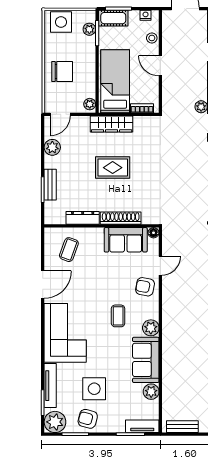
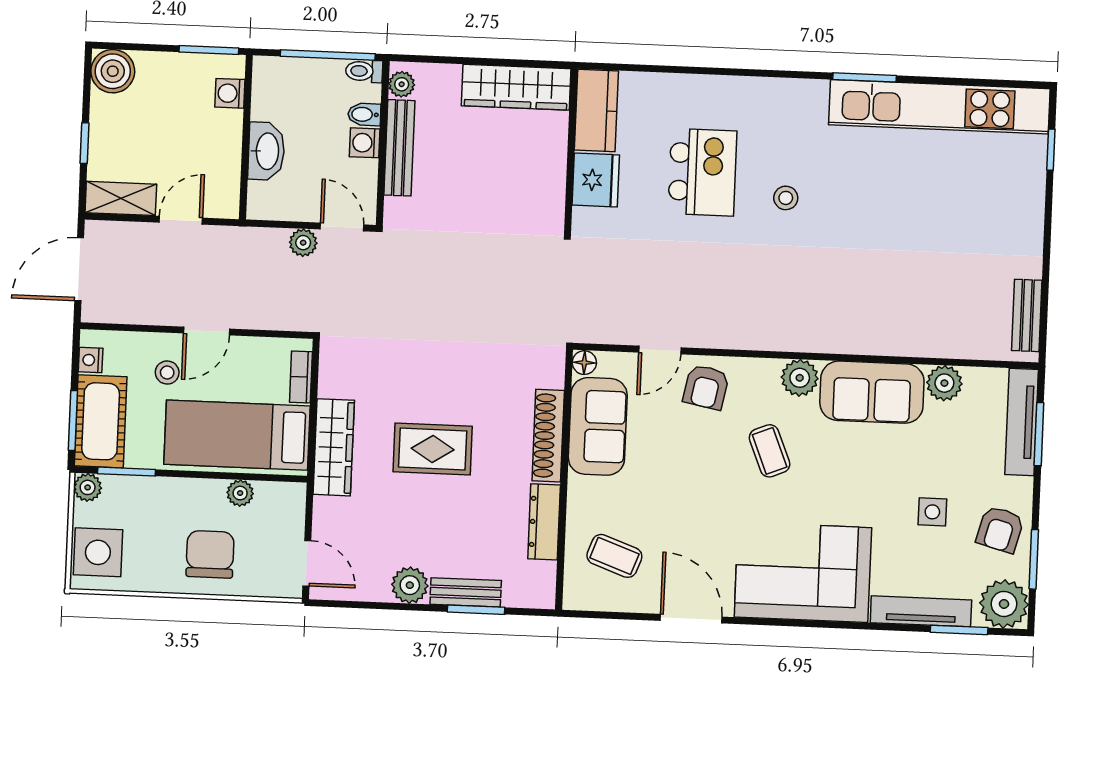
cot: (113, 18) -> (101, 421), width x1.37, depth x1.34
plant: (89, 29) -> (88, 487), moved
stool: (152, 38) -> (167, 372), moved
plant: (90, 104) -> (240, 493), moved
plant: (52, 147) -> (410, 585), moved
rug: (113, 168) -> (433, 449), turned 90
door: (160, 266) -> (660, 350), swing flipped
coffee table: (118, 316) -> (770, 451), turned 68
side table: (94, 389) -> (932, 512), width x0.54, depth x0.54
tv unit: (142, 426) -> (1022, 422), width x1.41

